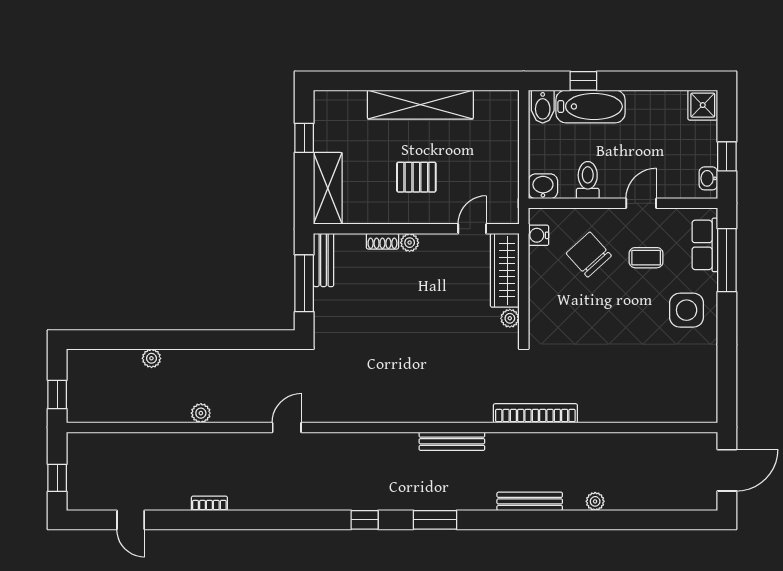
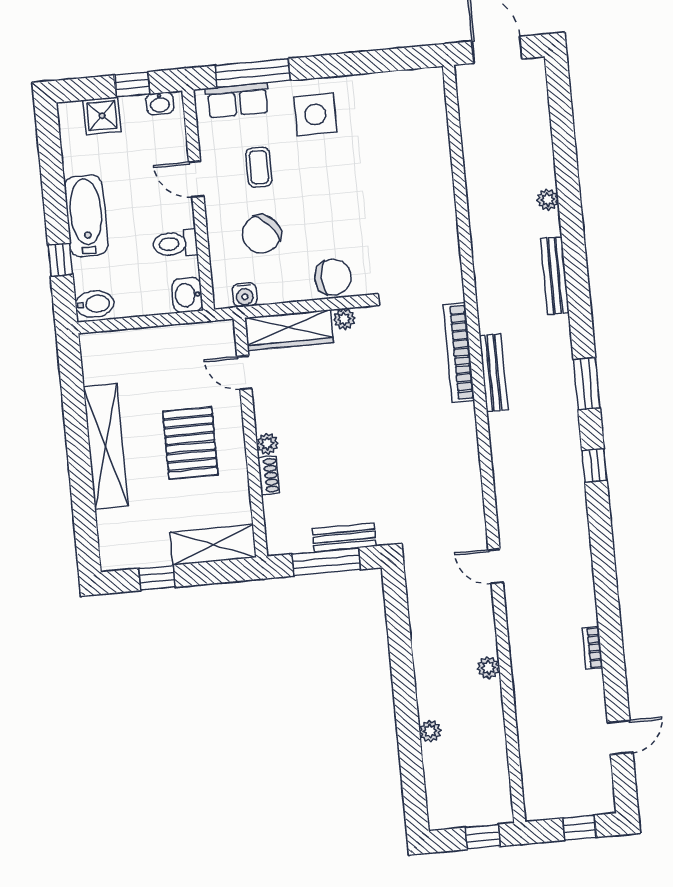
shower: (703, 105) -> (102, 116), moved
bathtub: (591, 106) -> (86, 216), moved
pallet: (416, 177) -> (190, 443), width x1.50, depth x1.42
bench: (324, 260) -> (344, 537), moved
chair: (546, 312) -> (333, 277), added
bookcase: (535, 413) -> (459, 353), moved

